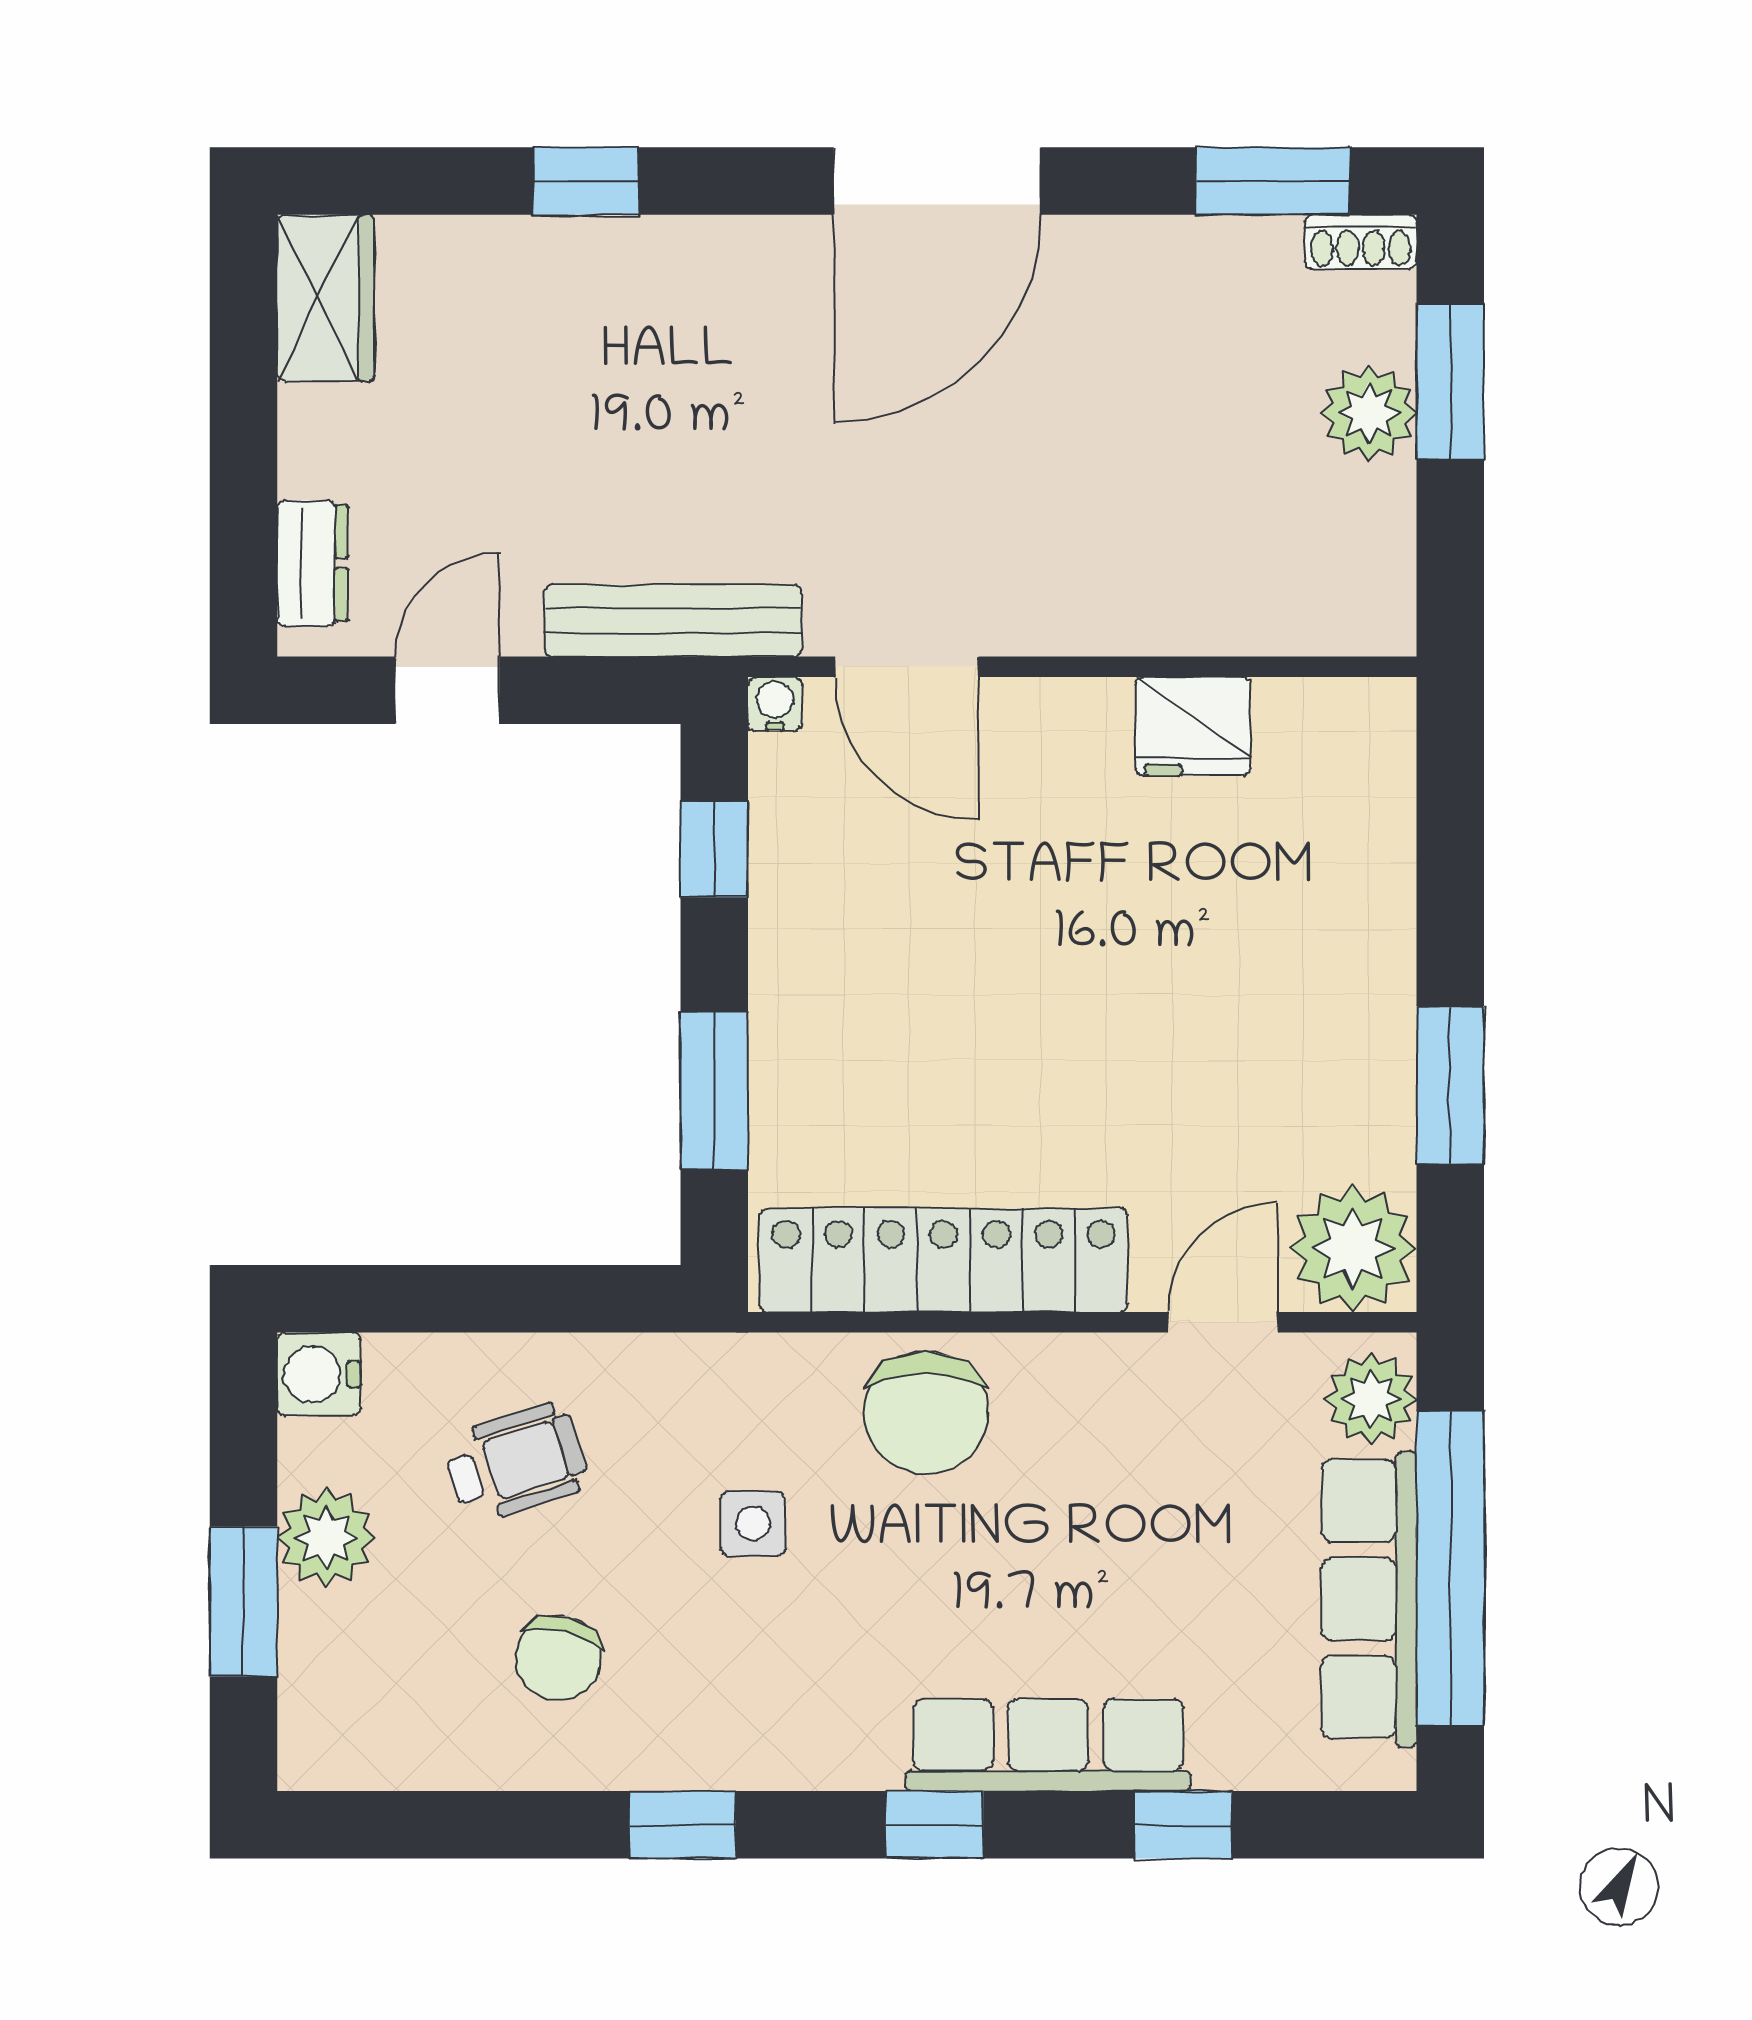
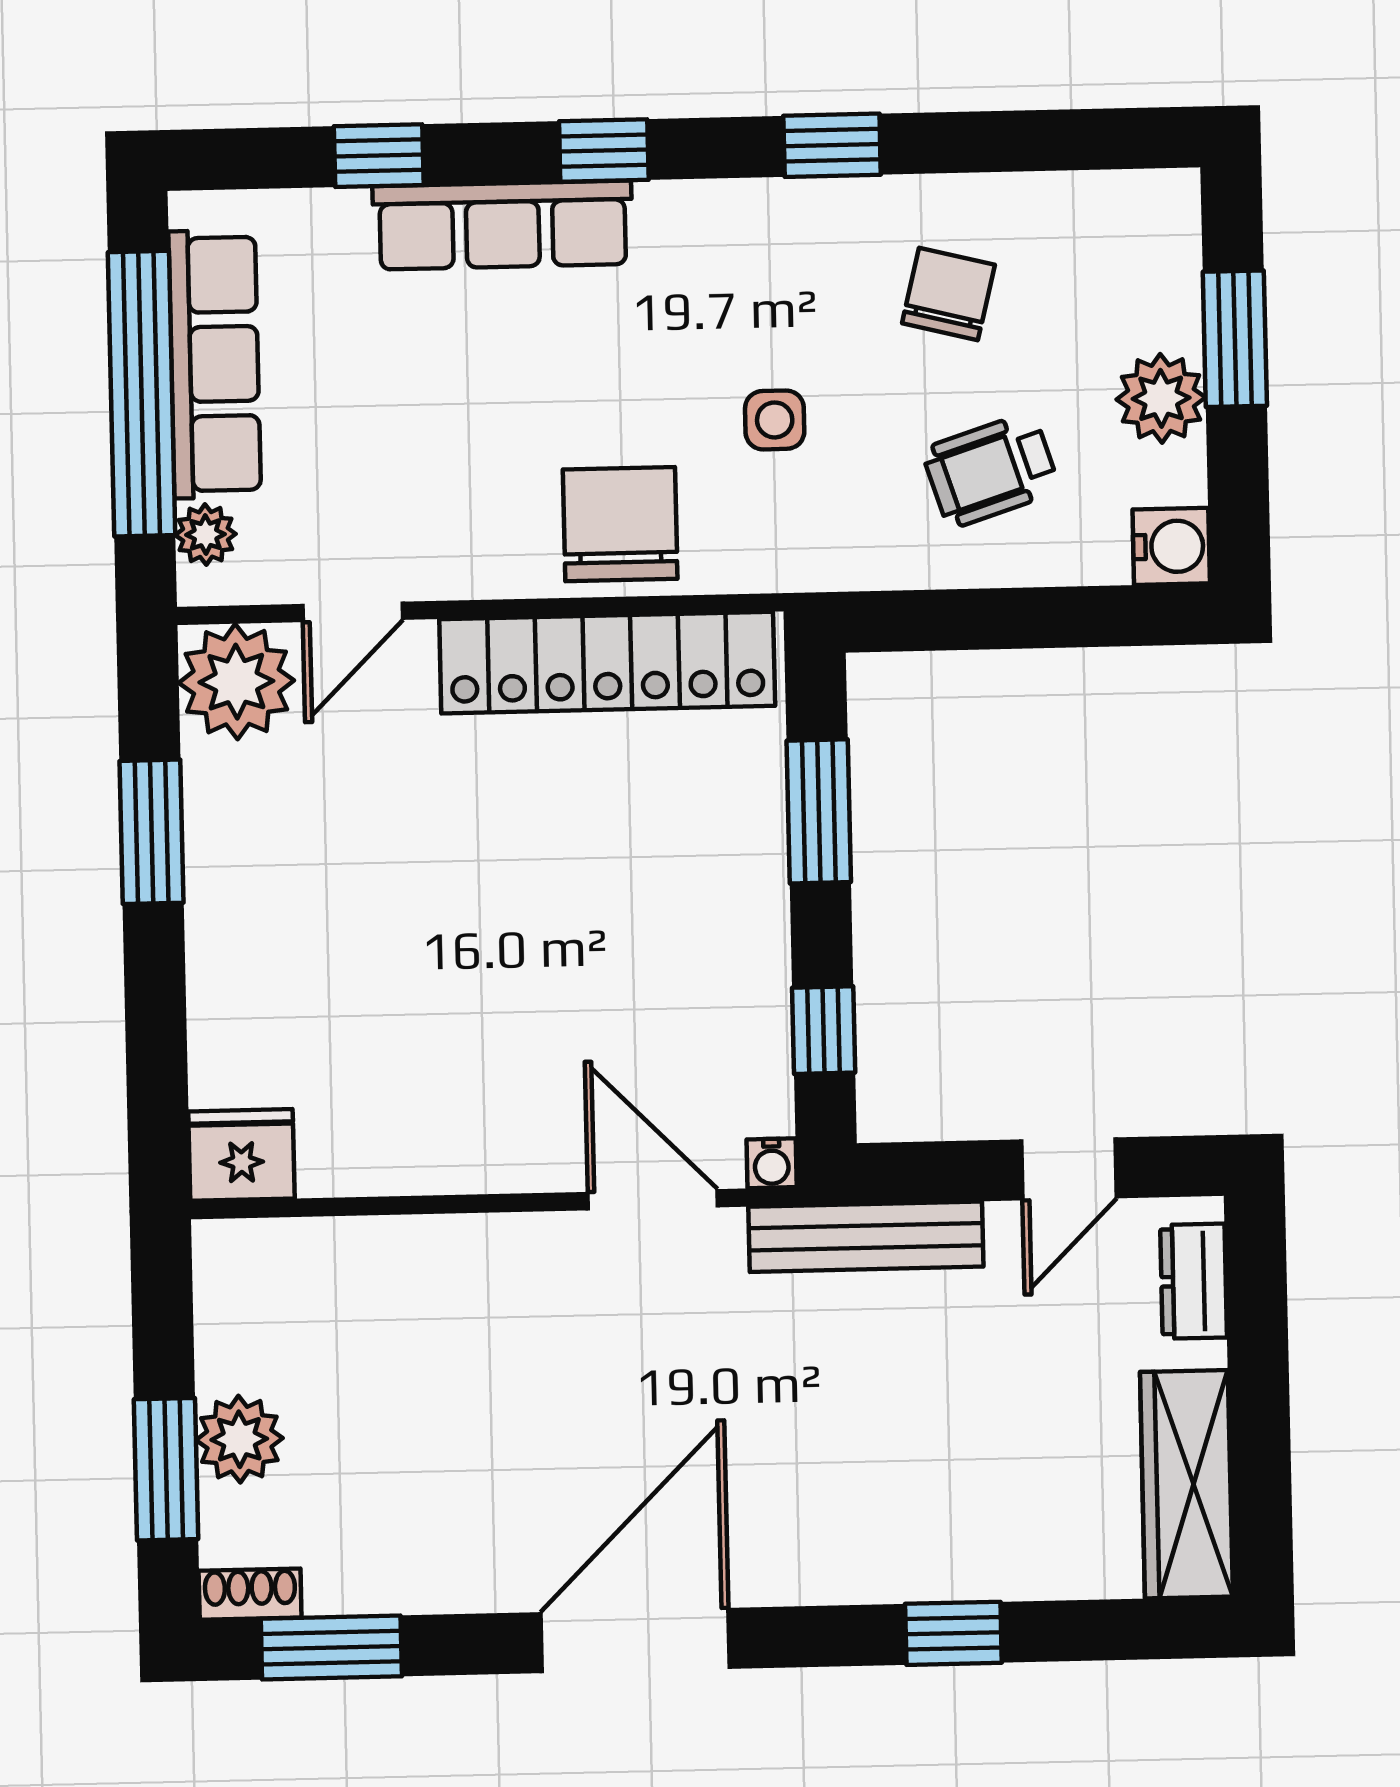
wardrobe: (326, 298) -> (1186, 1484), width x1.50
fridge: (1193, 726) -> (241, 1155), moved
plant: (1371, 1399) -> (206, 534), width x0.73, depth x0.73

